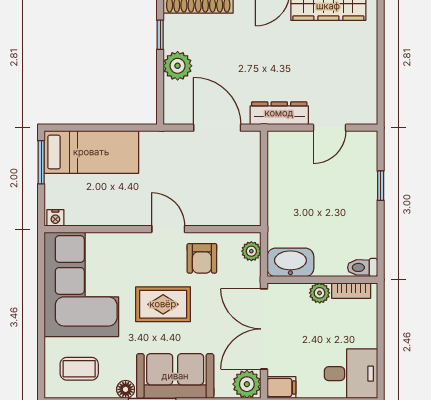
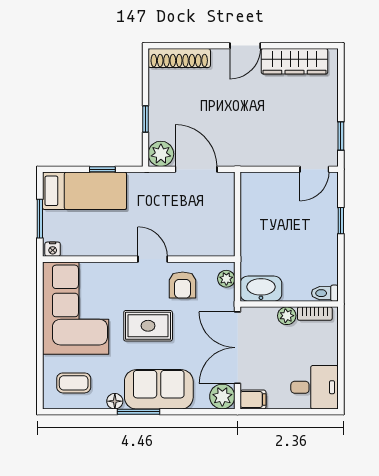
window: (160, 35) -> (145, 119), moved
plant: (178, 66) -> (161, 154), moved
window: (381, 90) -> (341, 136), added
dresser: (279, 113) -> (251, 156), removed
window: (112, 128) -> (102, 169), added
door: (329, 128) -> (314, 169), moved
window: (41, 162) -> (40, 219), moved

